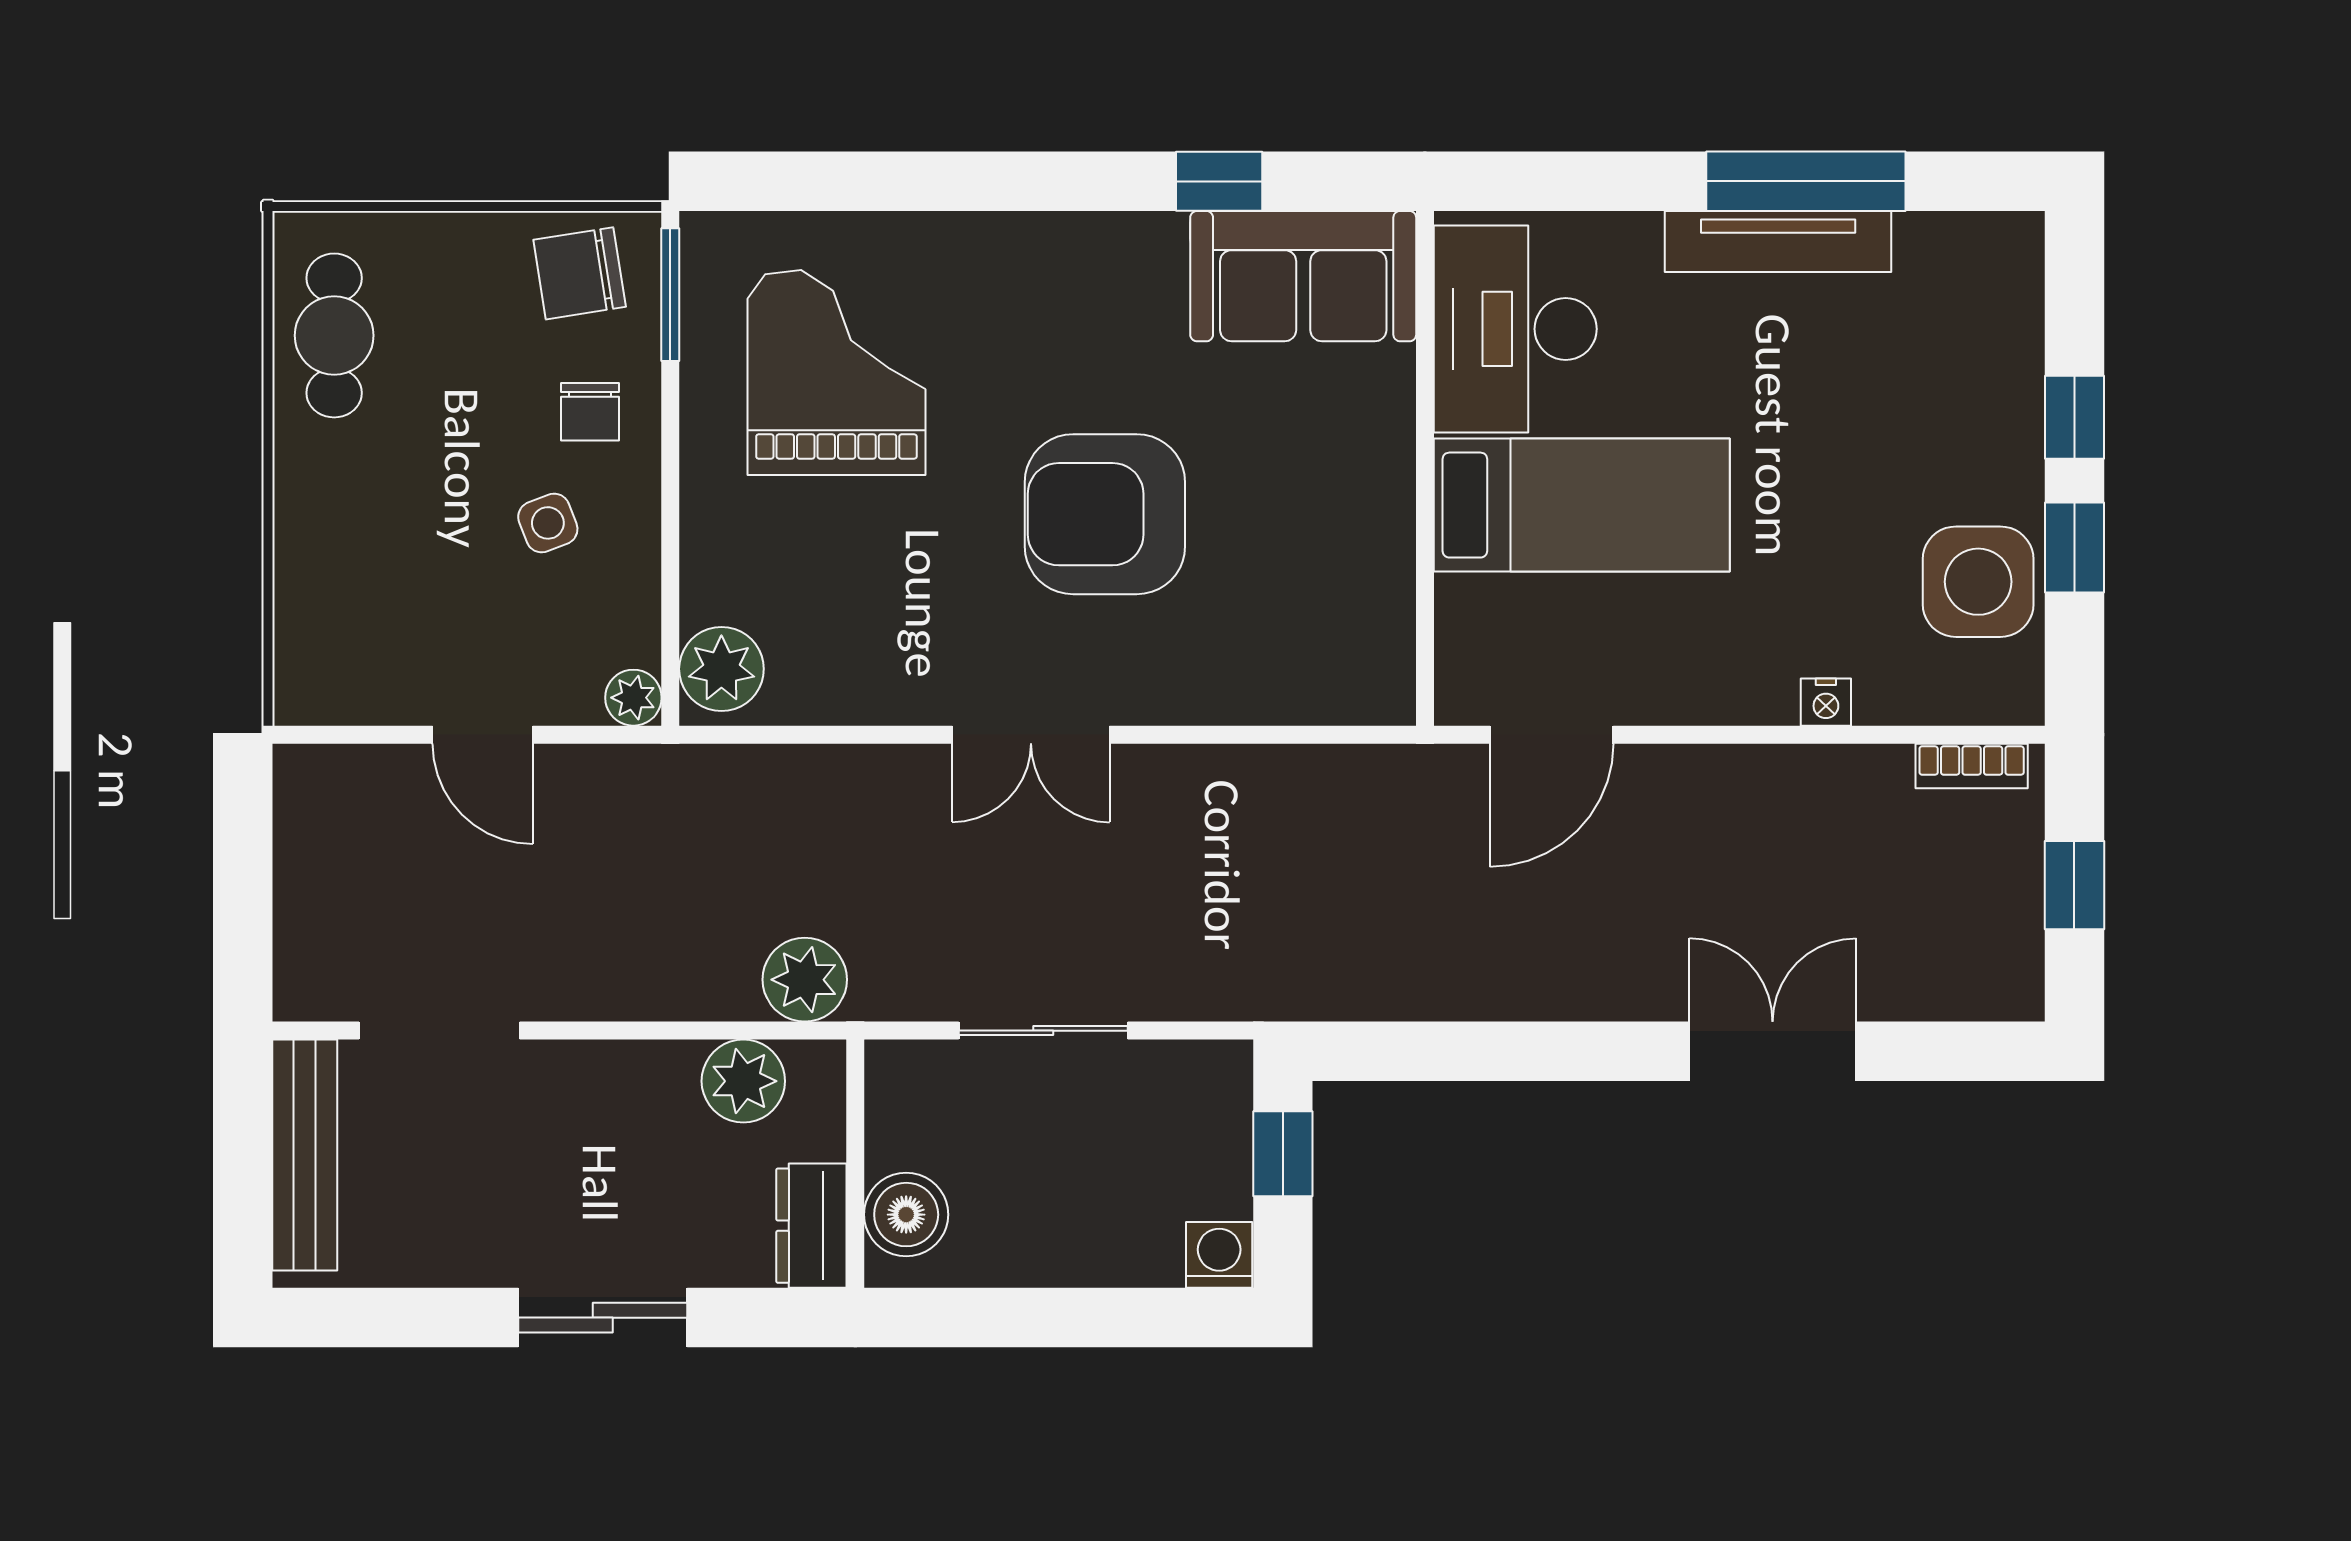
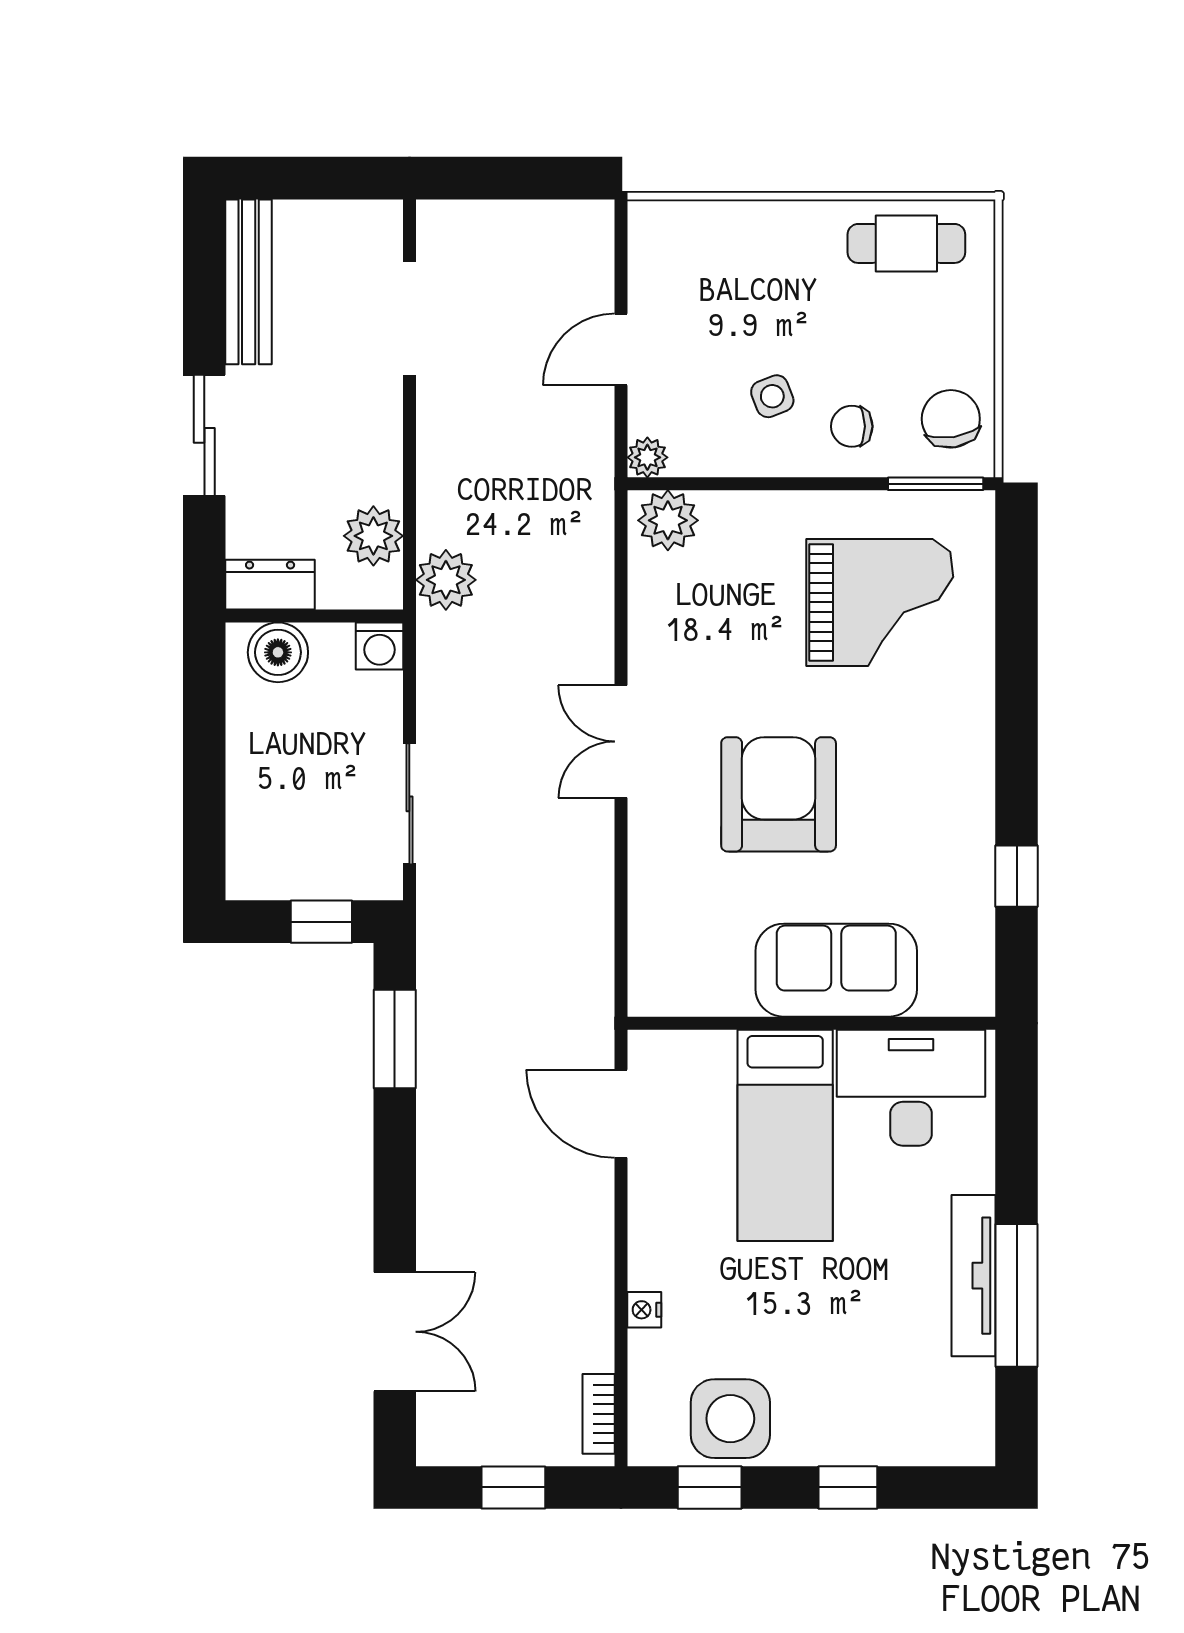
sofa: (1303, 276) -> (836, 970), moved, turned 90
window: (2074, 547) -> (710, 1487), moved
sliding door: (1043, 1031) -> (409, 804), moved
window: (1447, 1051) -> (395, 1039), added
double door: (1773, 1051) -> (395, 1332), moved
bench: (305, 1155) -> (249, 282), moved, turned 90
washing machine: (1219, 1255) -> (380, 646), moved, turned 90

